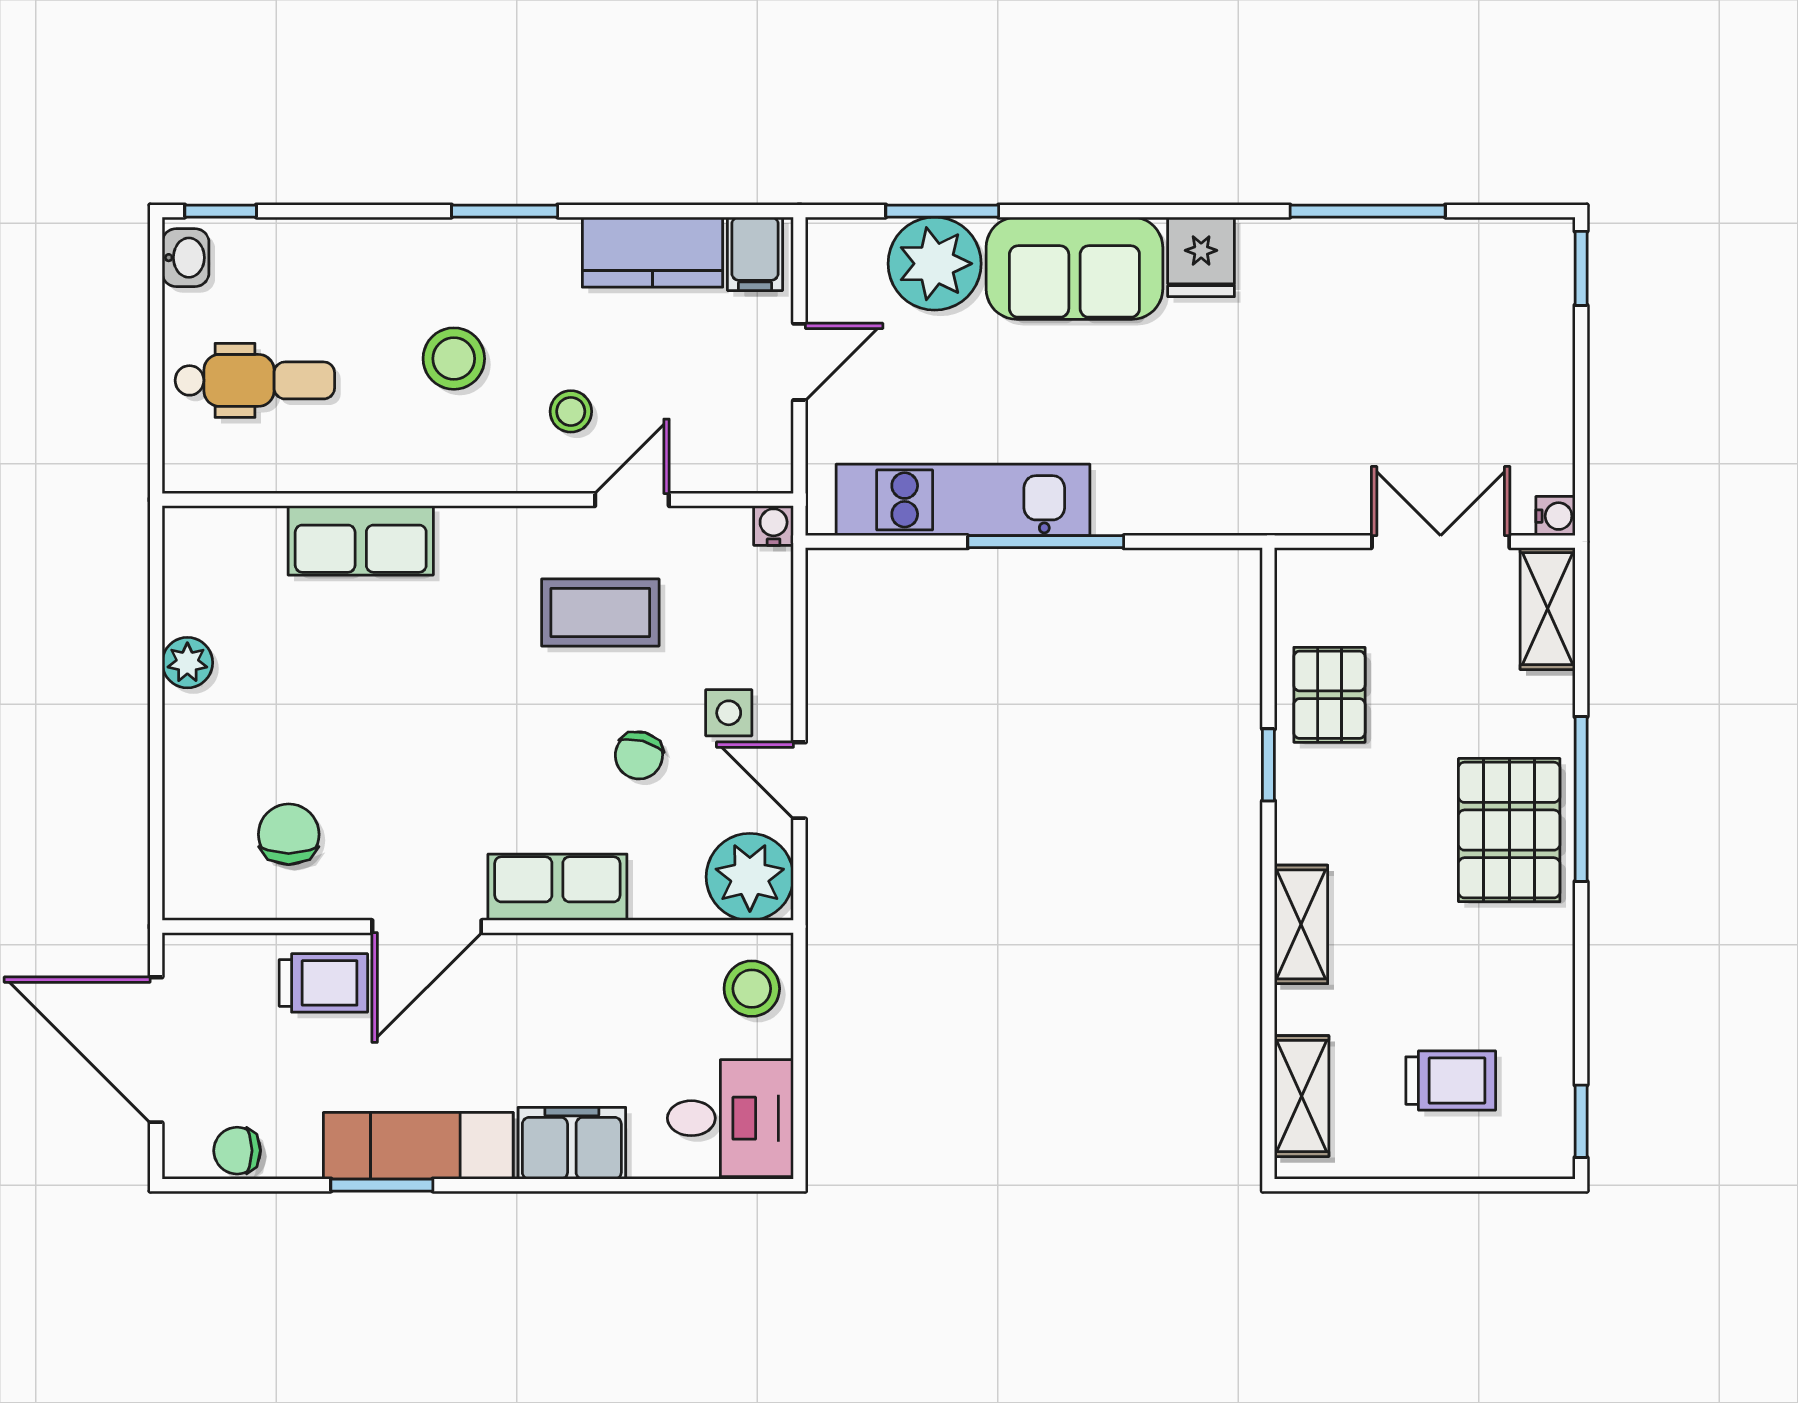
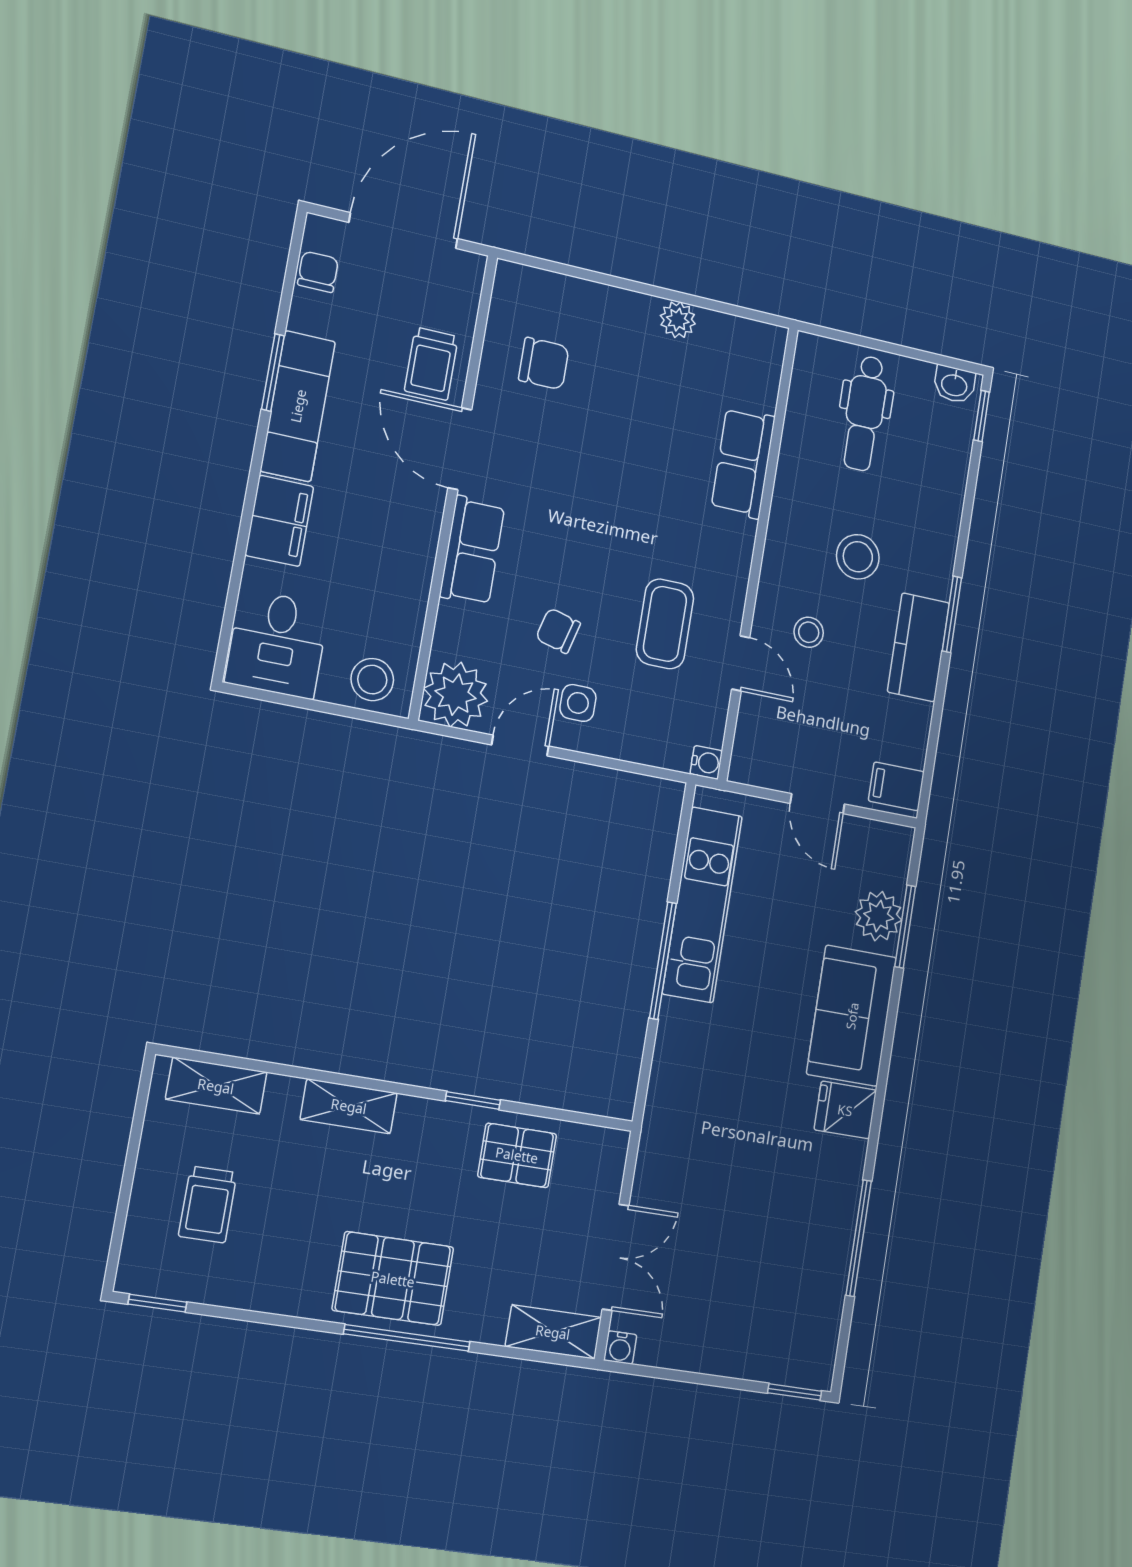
kitchen counter: (652, 252) -> (918, 647), moved
plant: (935, 264) -> (879, 916), width x0.73, depth x0.73

